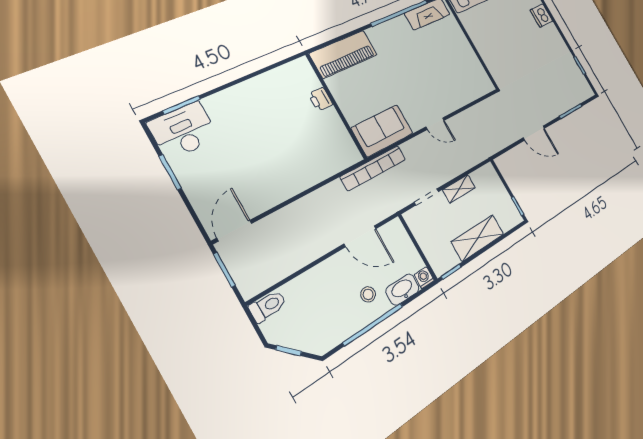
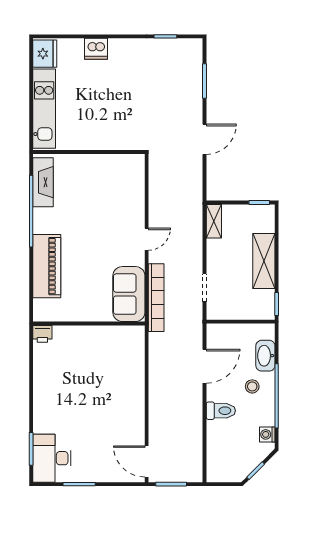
piano: (344, 54) -> (47, 266), moved
printer: (320, 99) -> (42, 334), moved
bookcase: (373, 168) -> (156, 298), moved
shelving: (459, 189) -> (214, 221), moved
washing machine: (424, 278) -> (267, 434), moved
toilet: (268, 306) -> (221, 411), moved, turned 90

